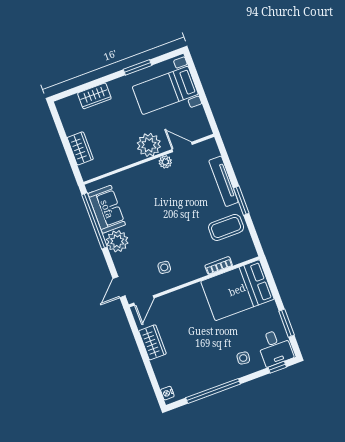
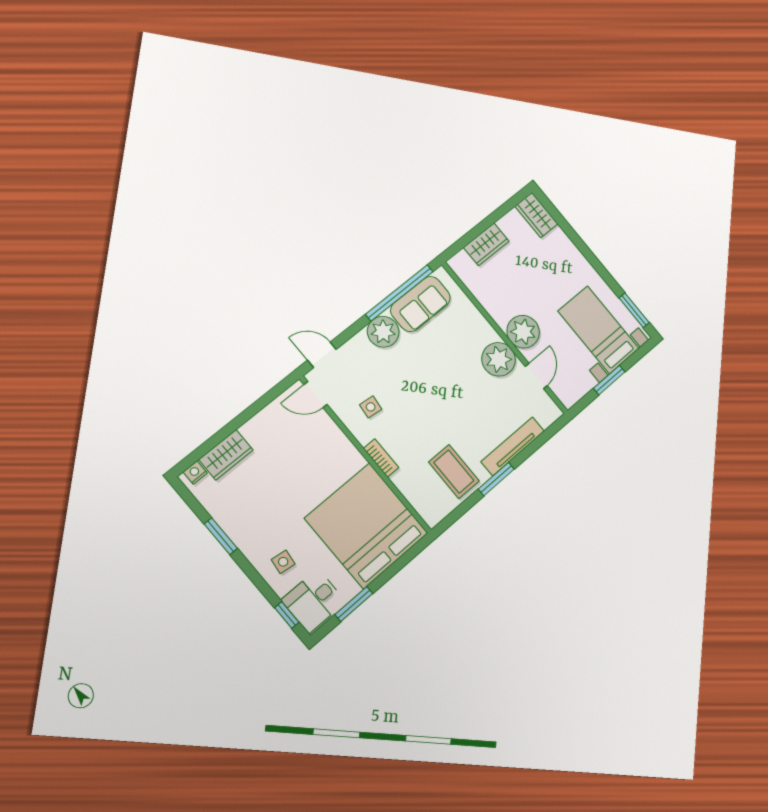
window: (137, 67) -> (634, 310), moved
wardrobe: (94, 96) -> (536, 215), moved
window: (203, 96) -> (609, 380), added
plant: (165, 162) -> (499, 359), width x1.88, depth x1.88
bookcase: (219, 266) -> (381, 458), moved
bed: (237, 290) -> (367, 526), width x1.36
wardrobe: (152, 342) -> (226, 455), moved
window: (213, 391) -> (221, 536), width x0.47

